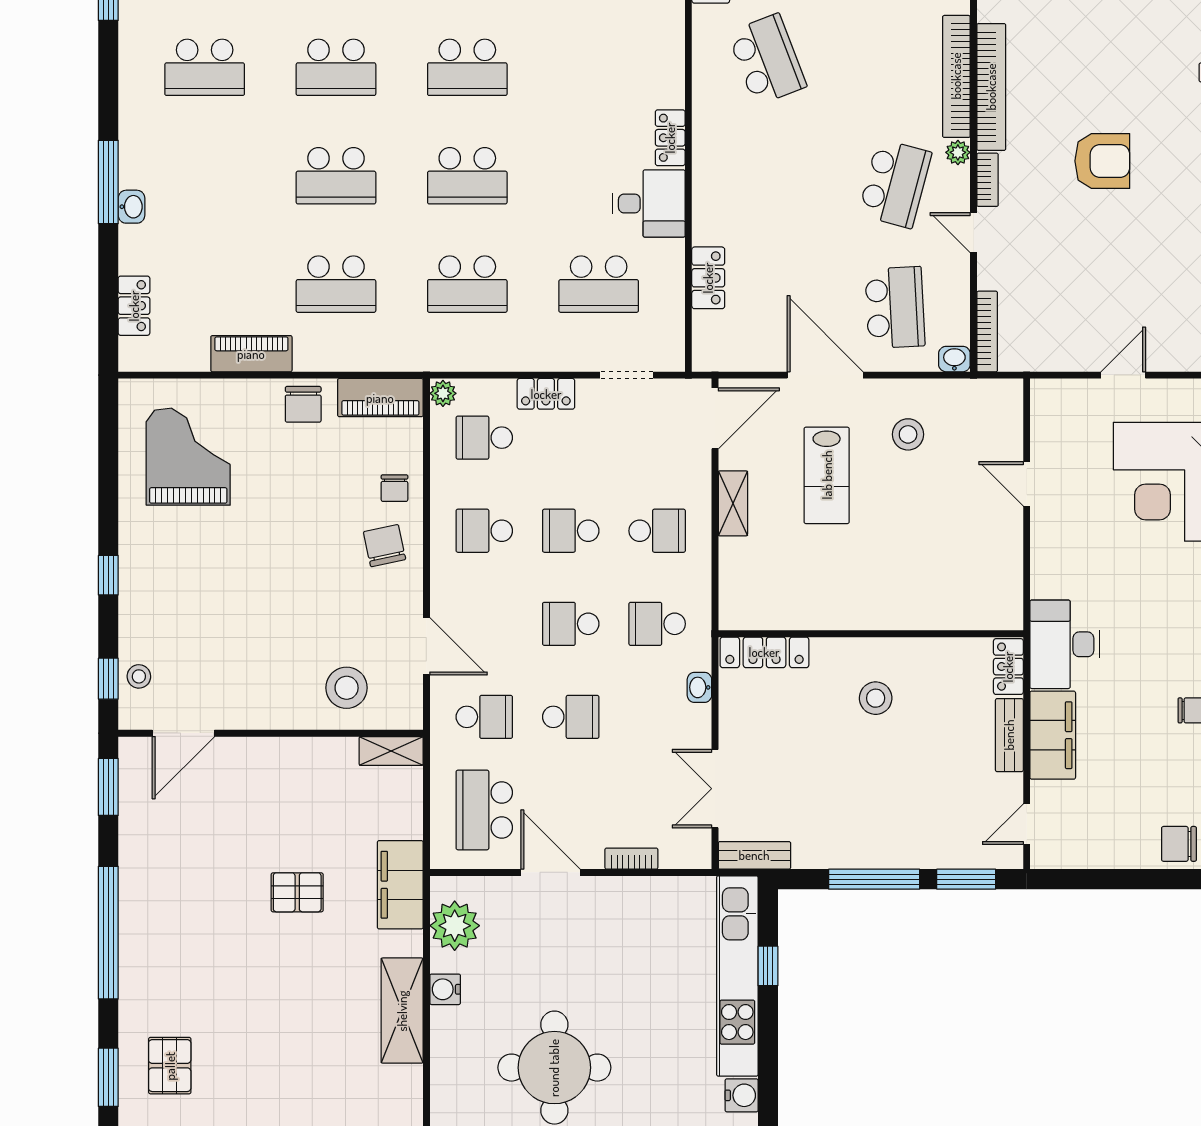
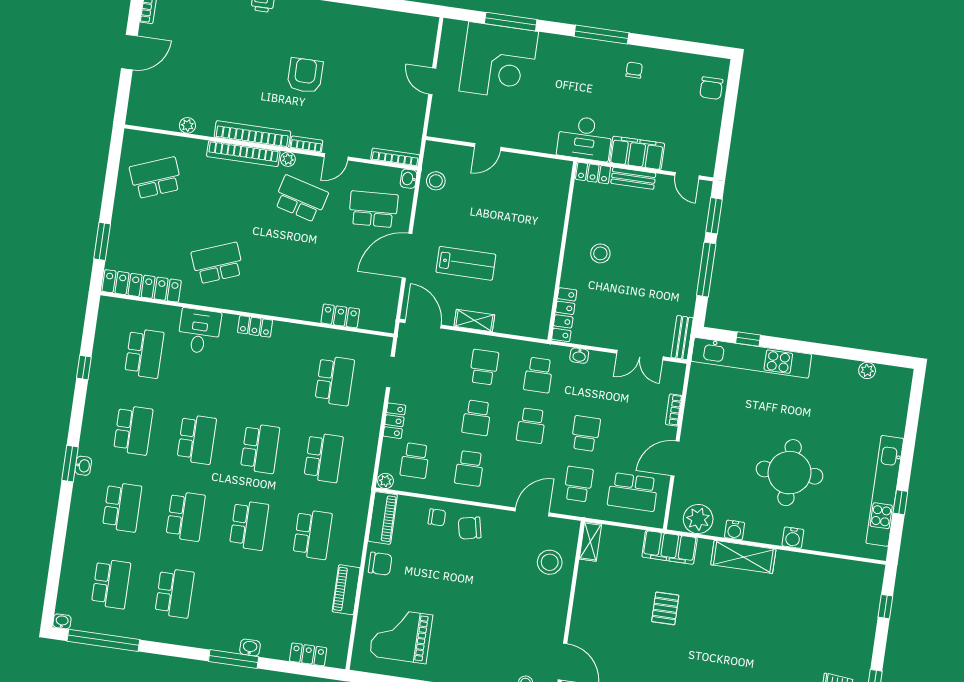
desk: (649, 203) -> (199, 331), moved
stool: (908, 434) -> (436, 181), moved
water cooler: (742, 1095) -> (793, 538), moved, turned 180

